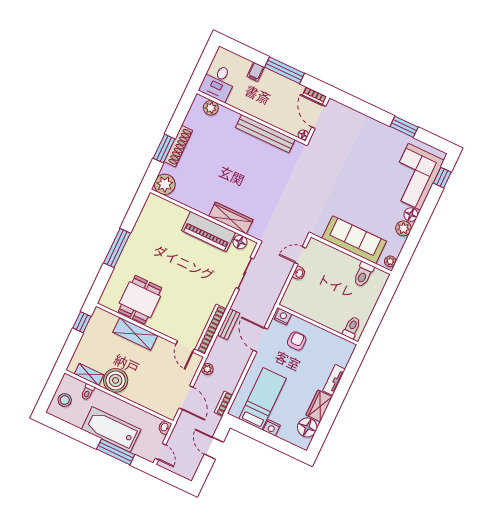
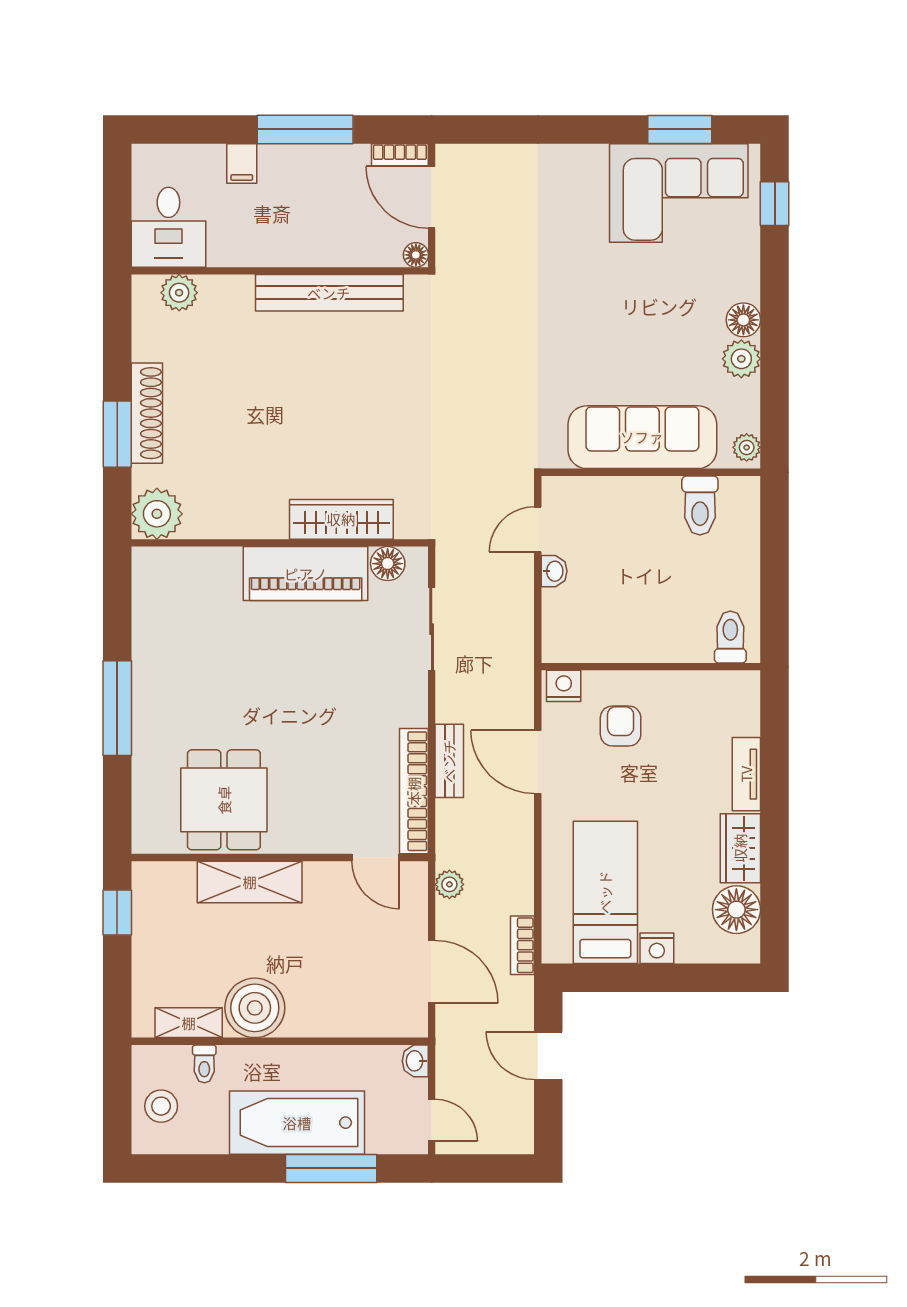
window: (404, 127) -> (680, 129), moved
corner sofa: (414, 177) -> (679, 193), moved, turned -90

